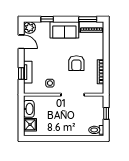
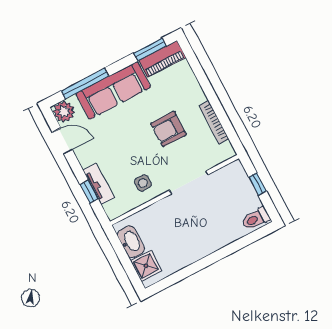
window: (47, 19) -> (85, 84), width x2.17
sofa: (64, 30) -> (113, 90), width x1.36
armchair: (76, 63) -> (168, 129), turned 90

